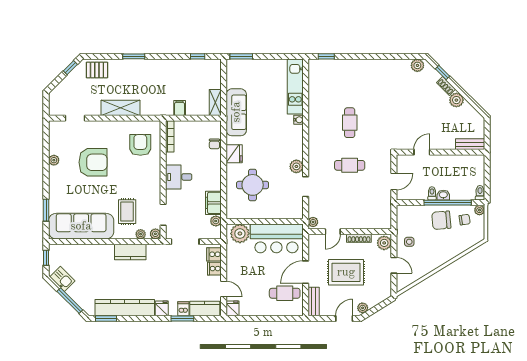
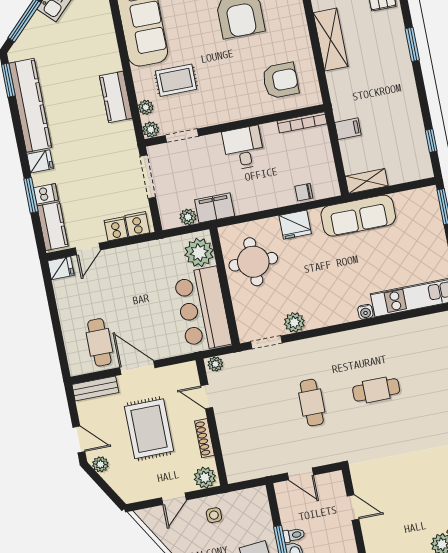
wall: (265, 221) -> (225, 286), moved
plant: (240, 234) -> (199, 253), moved
bar counter: (276, 238) -> (203, 309), moved

